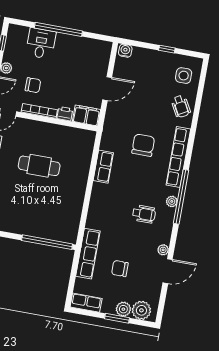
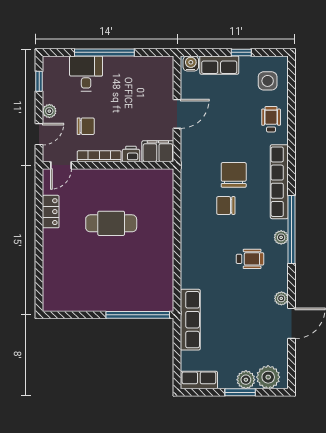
wheelchair: (181, 106) -> (271, 119), turned -151
row of seats: (103, 167) -> (219, 65), moved, turned 90
chair: (120, 268) -> (226, 206), moved

